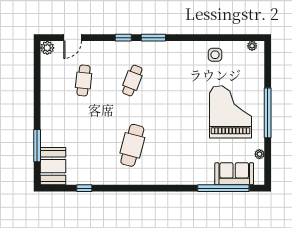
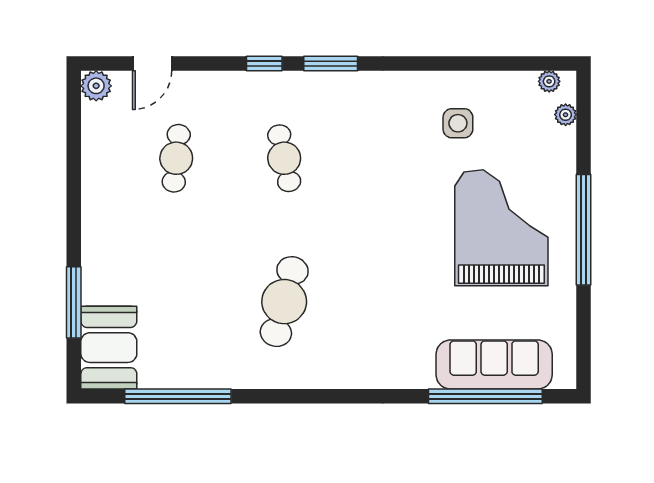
side table: (215, 55) -> (458, 123), moved
cafe table: (132, 81) -> (284, 158), turned -33
plant: (260, 154) -> (566, 115), moved
sofa: (234, 174) -> (494, 364), width x1.36
window: (84, 188) -> (178, 396), width x3.17

